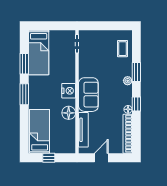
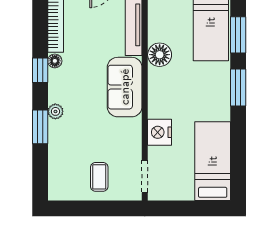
coffee table: (123, 49) -> (99, 177), moved
window: (24, 64) -> (238, 35), moved
nightstand: (69, 91) -> (160, 132), moved

